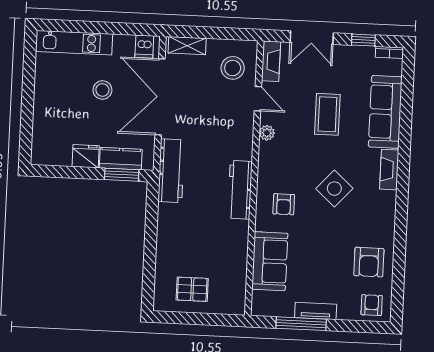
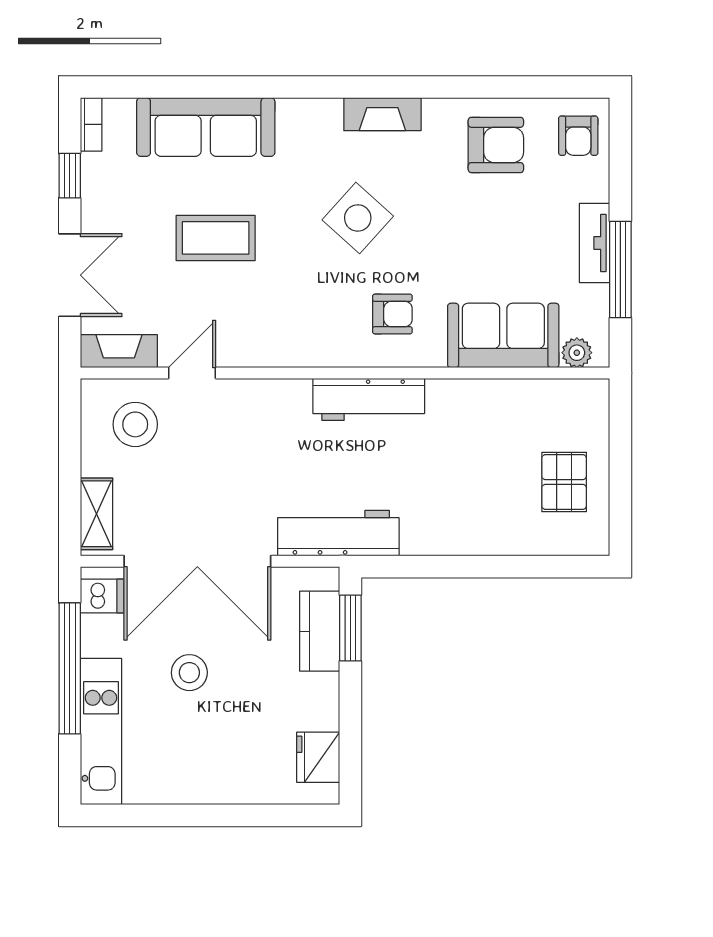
window: (108, 28) -> (70, 668), added
plant: (267, 133) -> (577, 353), moved
fridge: (86, 156) -> (318, 757), moved
fireplace: (389, 170) -> (382, 114), moved
armchair: (372, 305) -> (578, 136), turned -90

